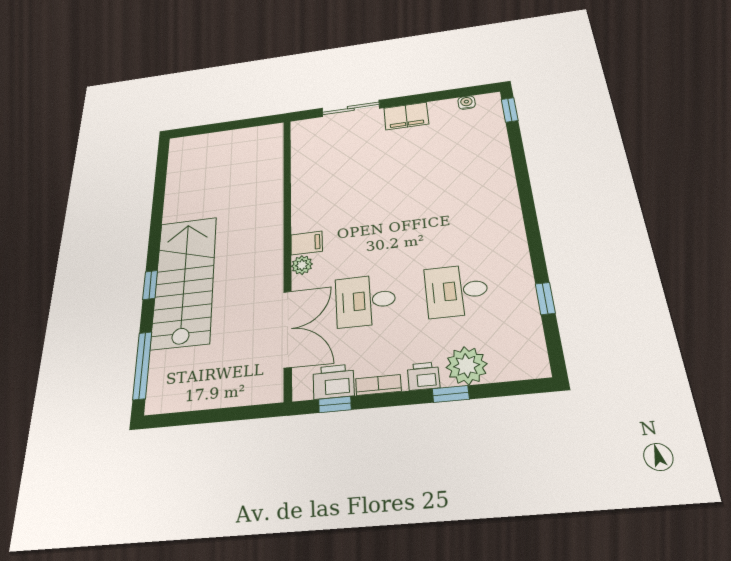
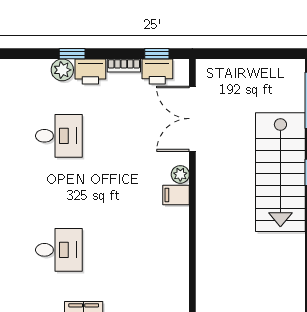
desk: (366, 301) -> (59, 250), moved
plant: (467, 366) -> (62, 70), width x0.73, depth x0.73
printer: (423, 376) -> (90, 71), width x1.36, depth x1.24

